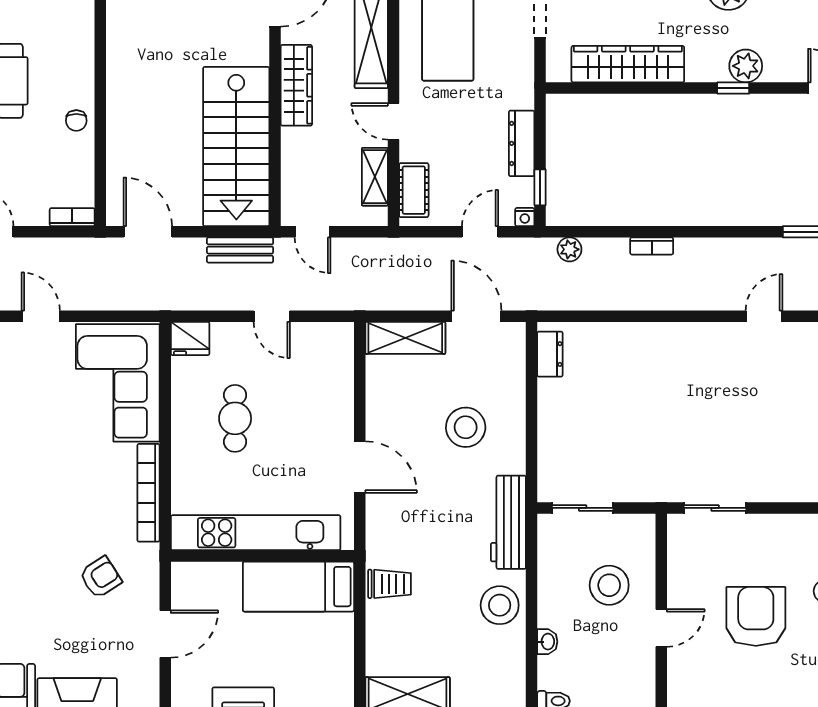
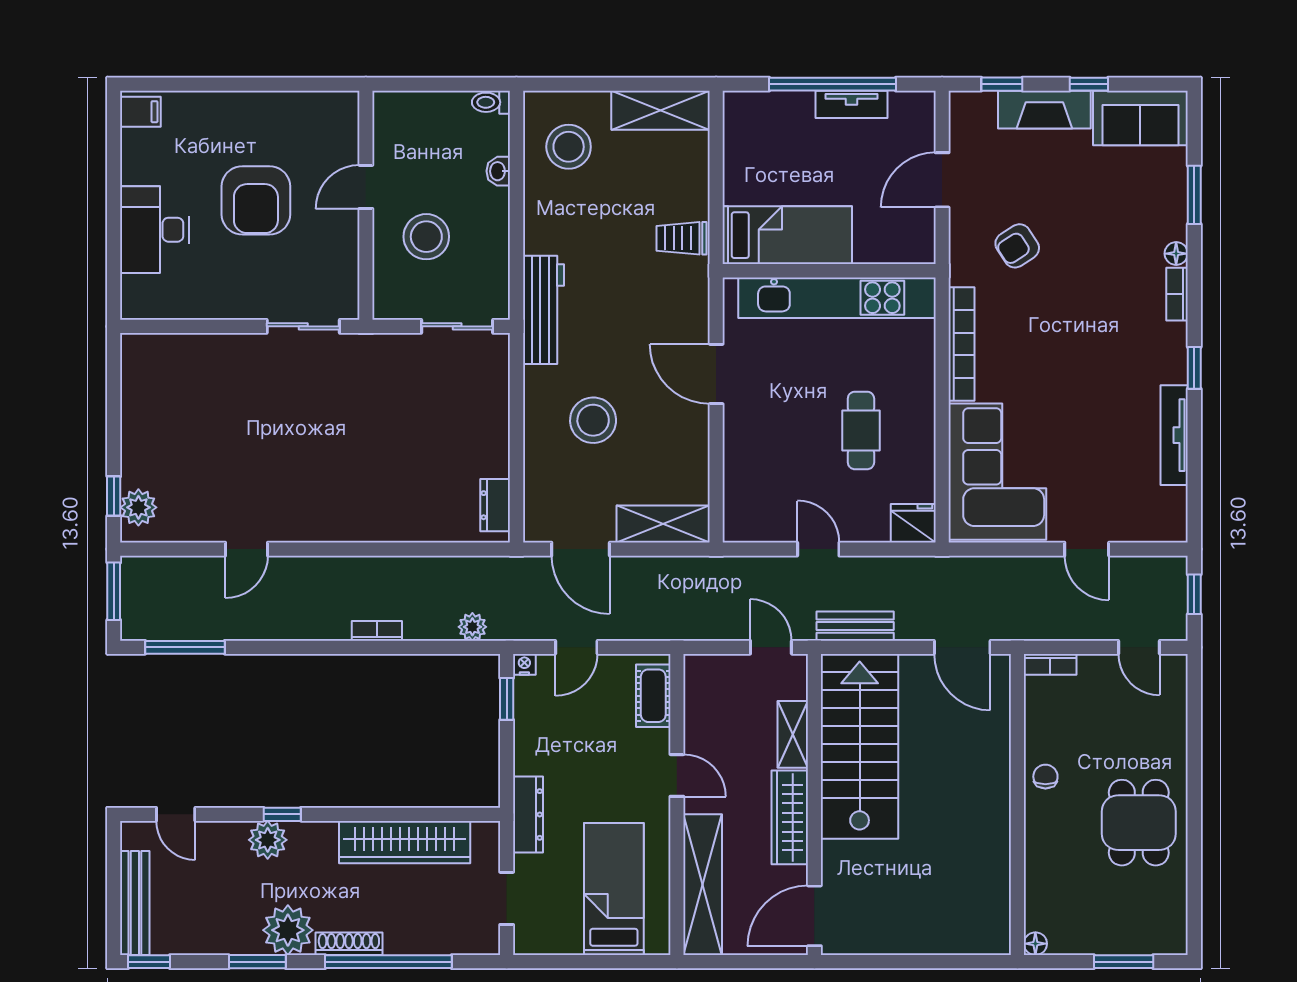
dresser: (522, 143) -> (528, 814), moved
shelving: (375, 177) -> (793, 734), moved
stool: (500, 605) -> (569, 147), moved

